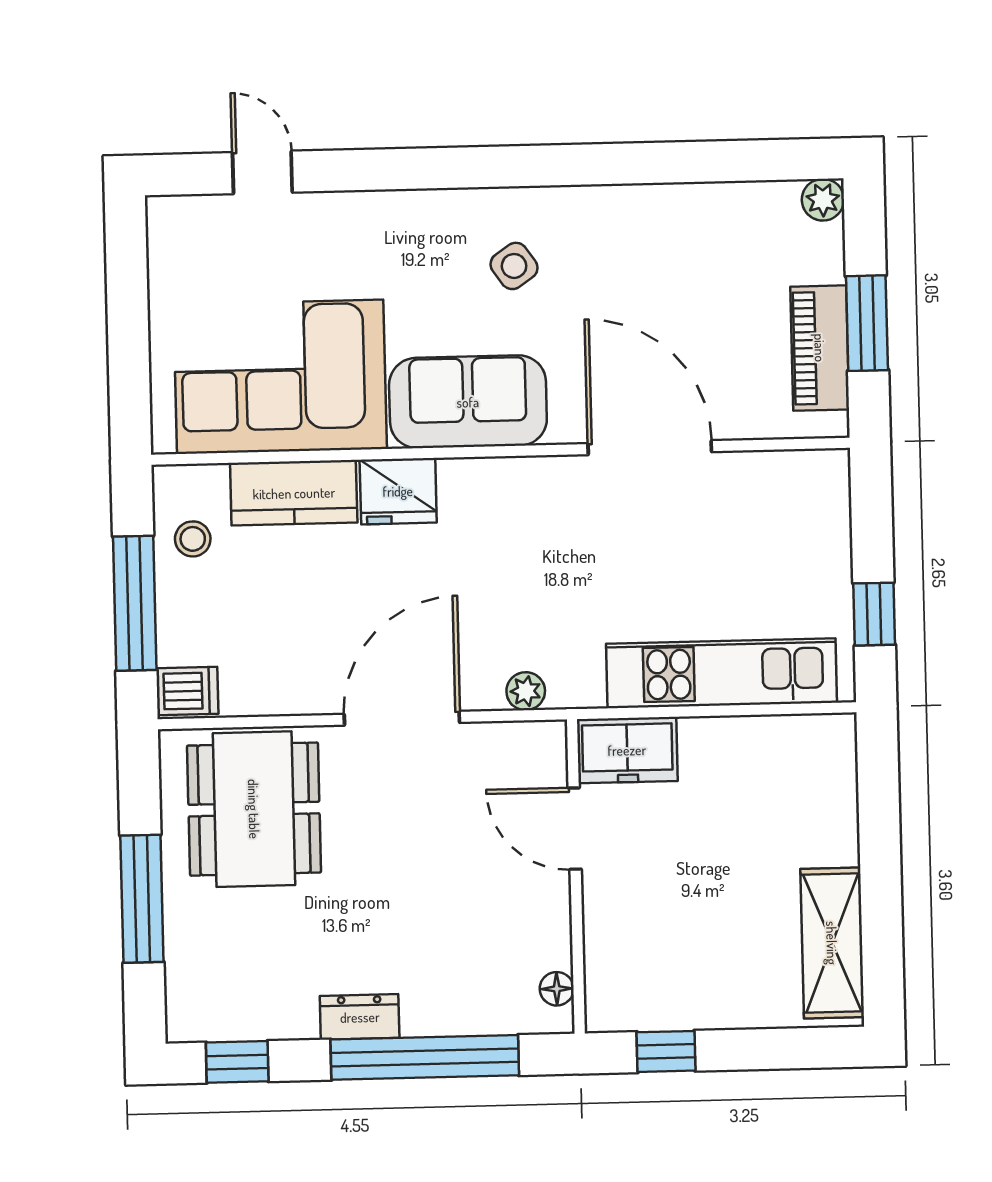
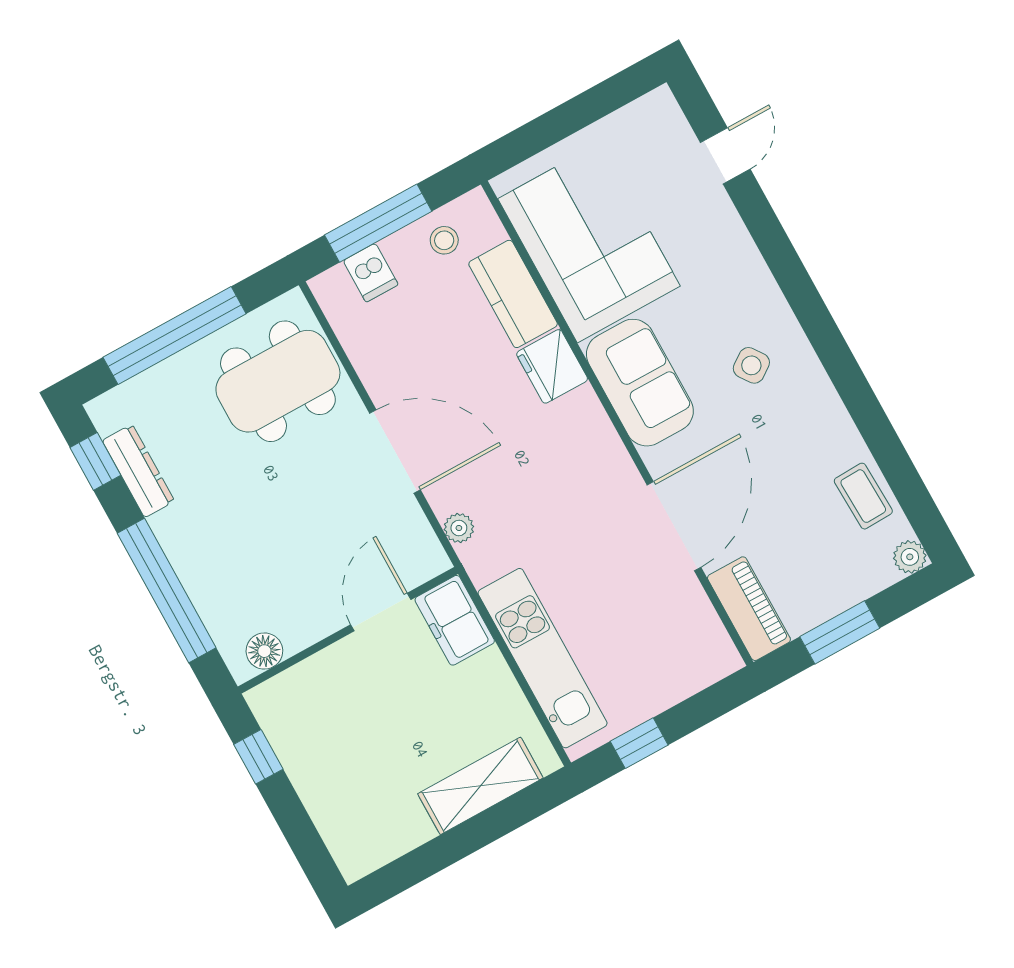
coffee table: (727, 216) -> (863, 496), added
piano: (820, 348) -> (749, 609), moved, turned 90
dishwasher: (187, 691) -> (371, 273), moved
window: (142, 899) -> (175, 336), width x1.46
shelving: (832, 943) -> (480, 786), moved
floor lamp: (557, 989) -> (264, 651), width x1.37, depth x1.37
dresser: (360, 1017) -> (138, 471), moved, width x1.44

